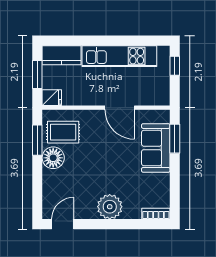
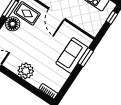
door: (120, 108) -> (57, 14), moved

